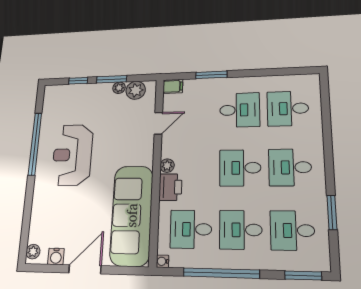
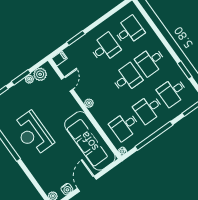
desk: (288, 108) -> (129, 31), turned 180
desk: (240, 168) -> (127, 78), turned 180
printer: (170, 187) -> (99, 113), removed

